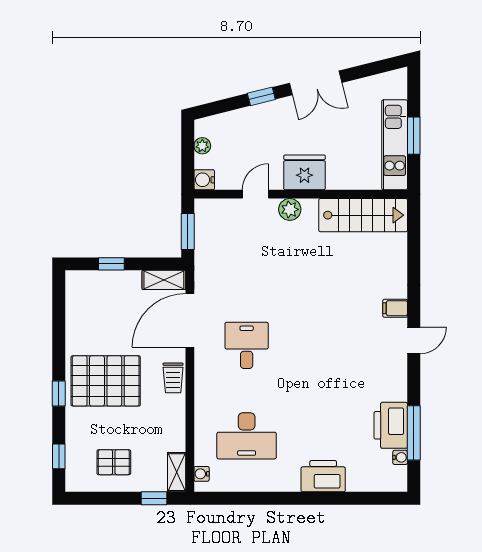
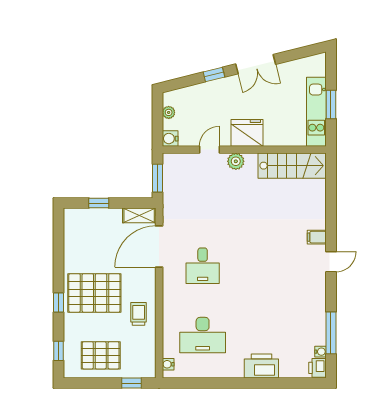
desk: (247, 345) -> (203, 266), turned 180
trolley: (173, 378) -> (139, 314), moved, turned 180
printer: (391, 425) -> (317, 368), moved, width x0.53, depth x0.68
pallet: (114, 462) -> (101, 355), width x1.50, depth x1.42
shelving: (177, 472) -> (149, 363), removed

